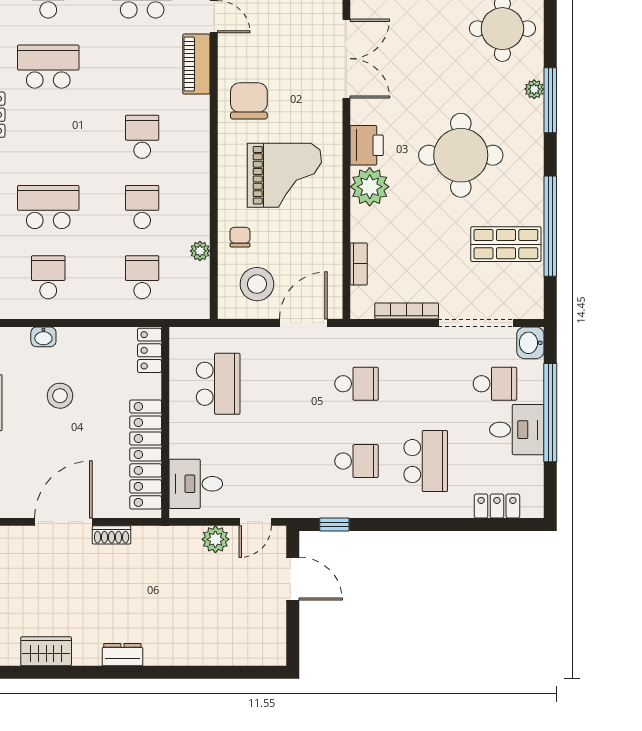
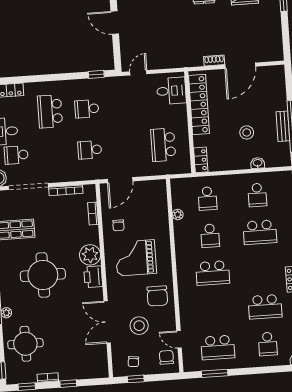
piano: (196, 64) -> (187, 314), removed
school desk: (142, 137) -> (213, 273), width x1.85
chair: (240, 237) -> (118, 225), moved
stool: (257, 284) -> (139, 326), moved
plant: (215, 539) -> (159, 62), removed
door: (293, 579) -> (115, 23), moved

